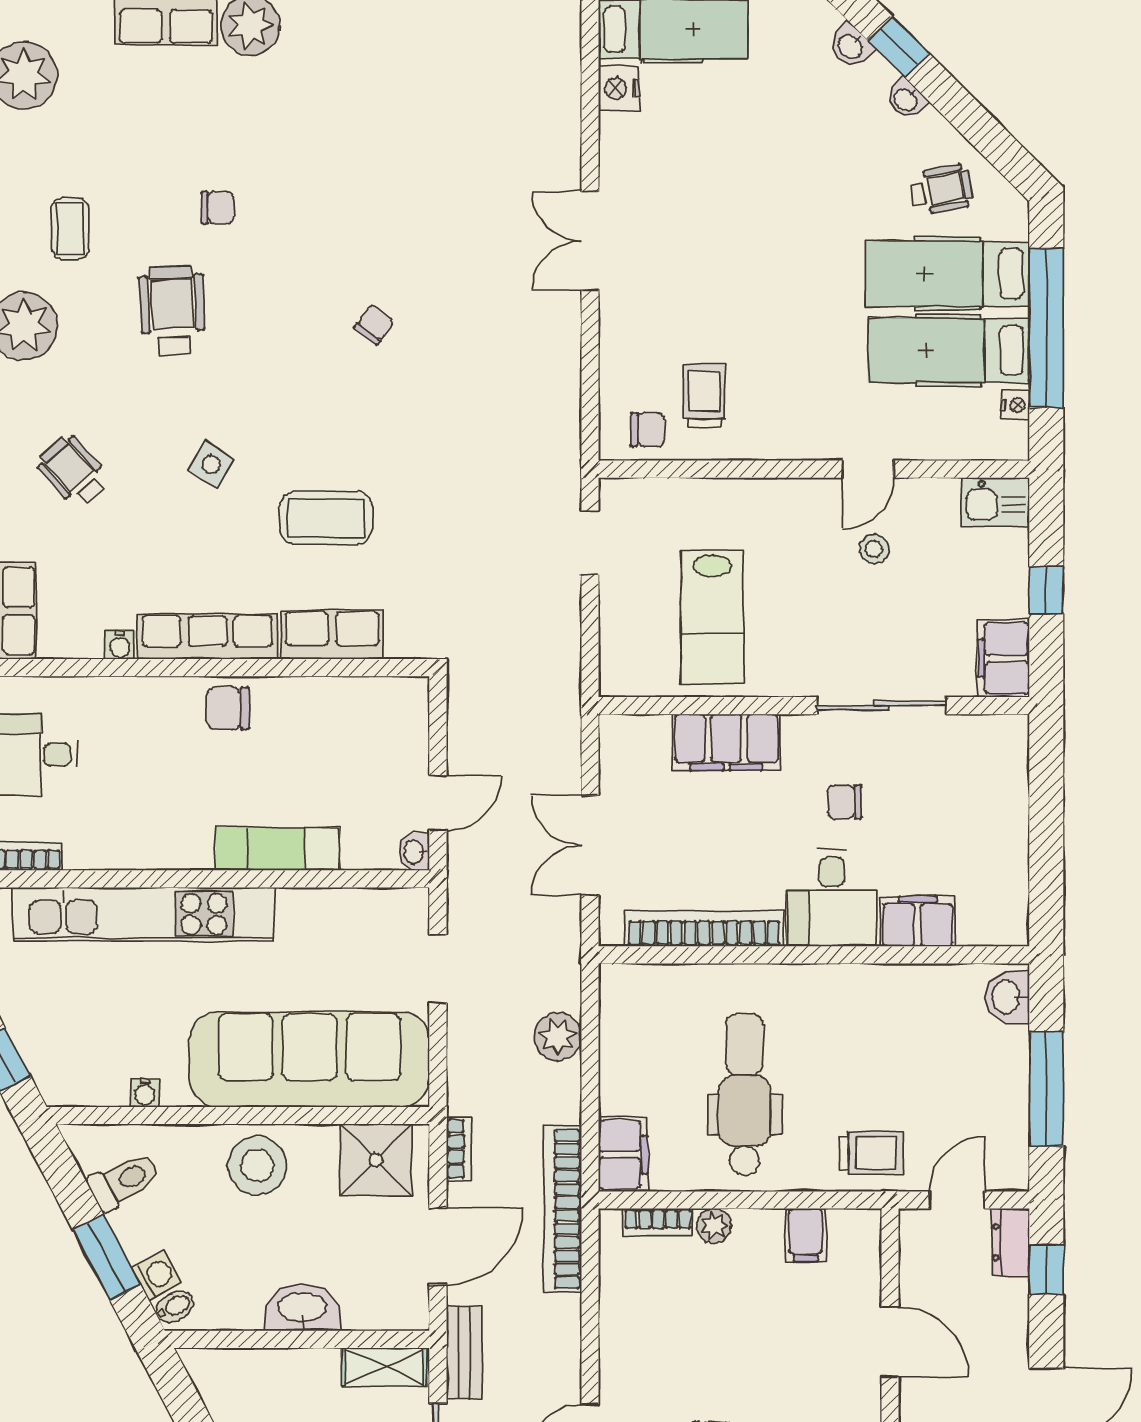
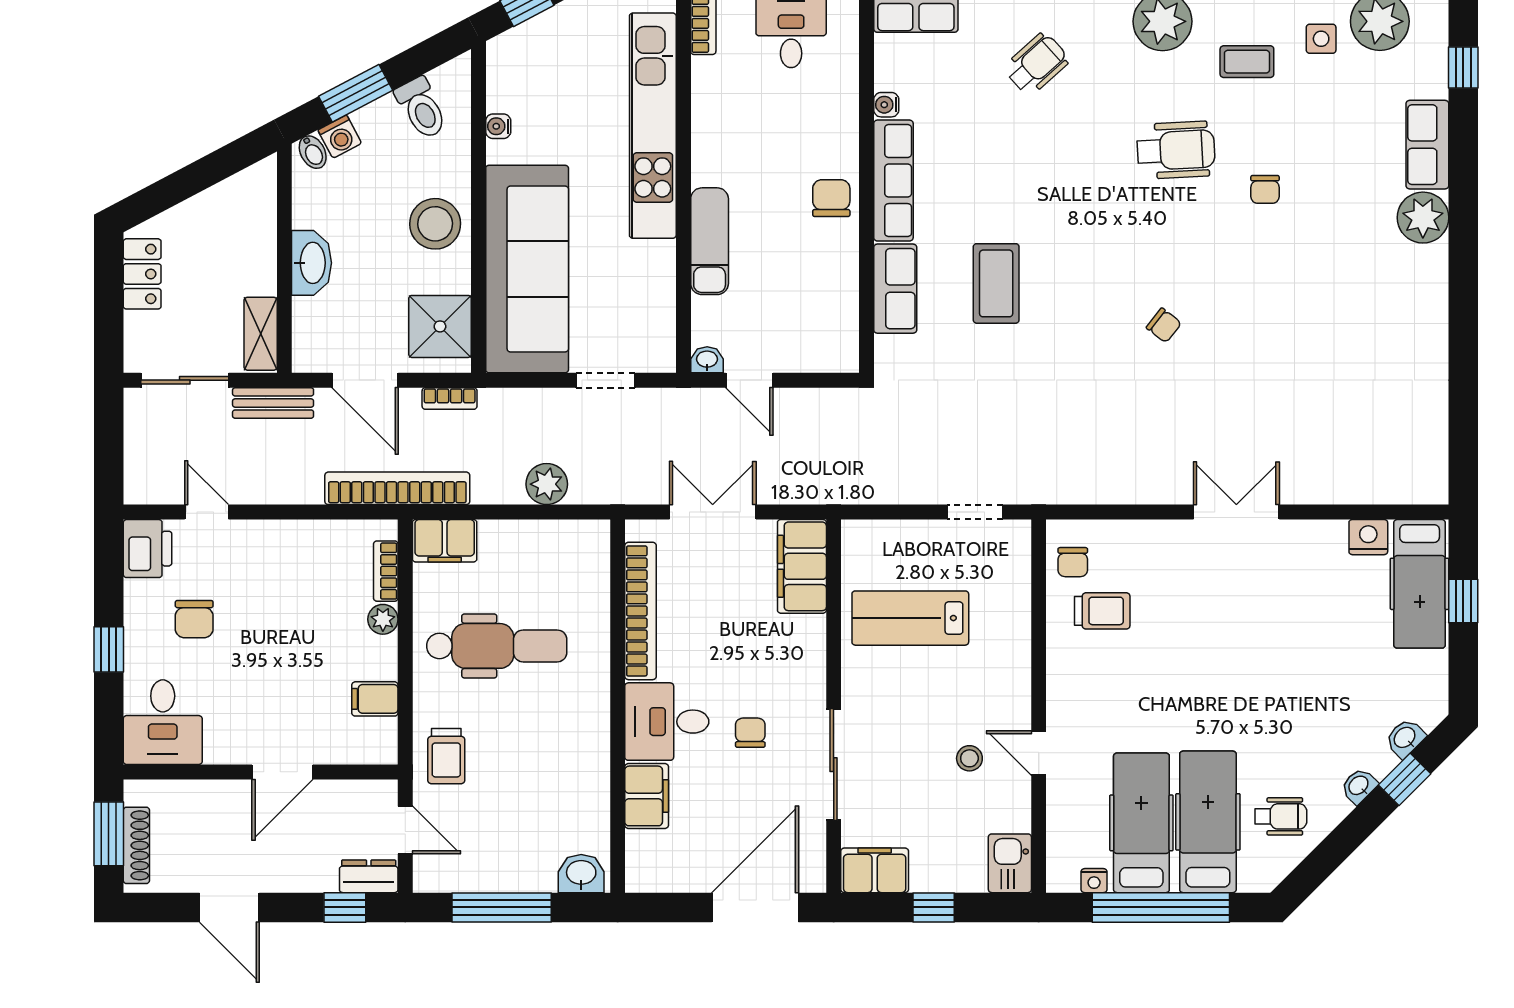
wheelchair: (941, 190) -> (1281, 816), turned -79
side table: (211, 464) -> (1321, 39), moved, turned -33
filing cabinet: (726, 742) -> (802, 566), moved
door: (1046, 796) -> (755, 907), added

